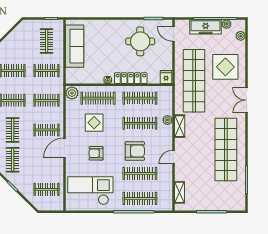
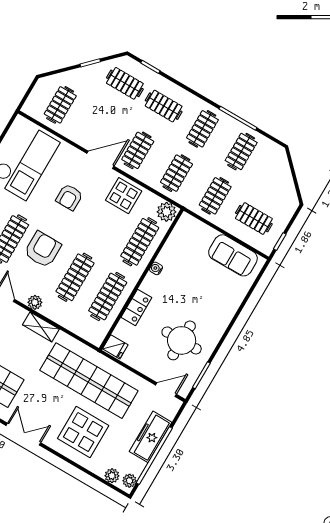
plant: (227, 24) -> (130, 481), moved
sofa: (75, 46) -> (233, 255), width x0.73
locker: (131, 78) -> (136, 307), width x0.66
plant: (168, 120) -> (35, 302), moved
display table: (94, 123) -> (124, 196), moved
door: (64, 148) -> (100, 160), hinge flipped
armchair: (135, 151) -> (43, 249), turned 180
armchair: (96, 153) -> (69, 197), turned 180

